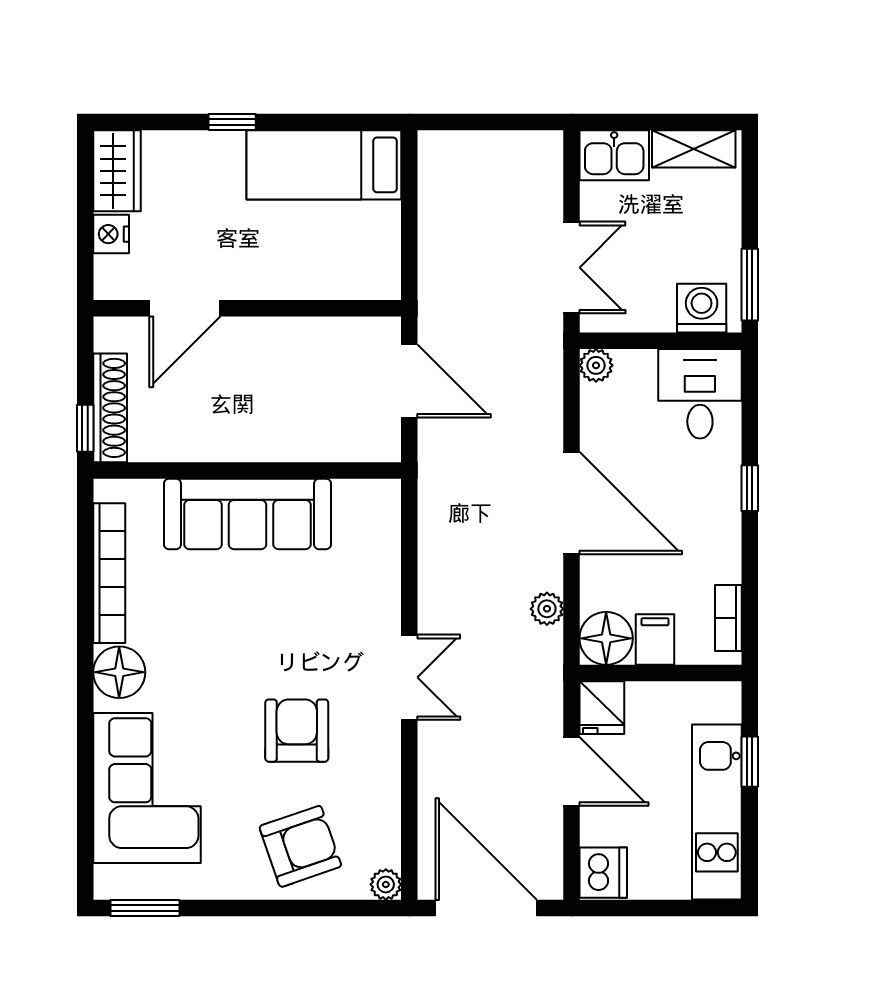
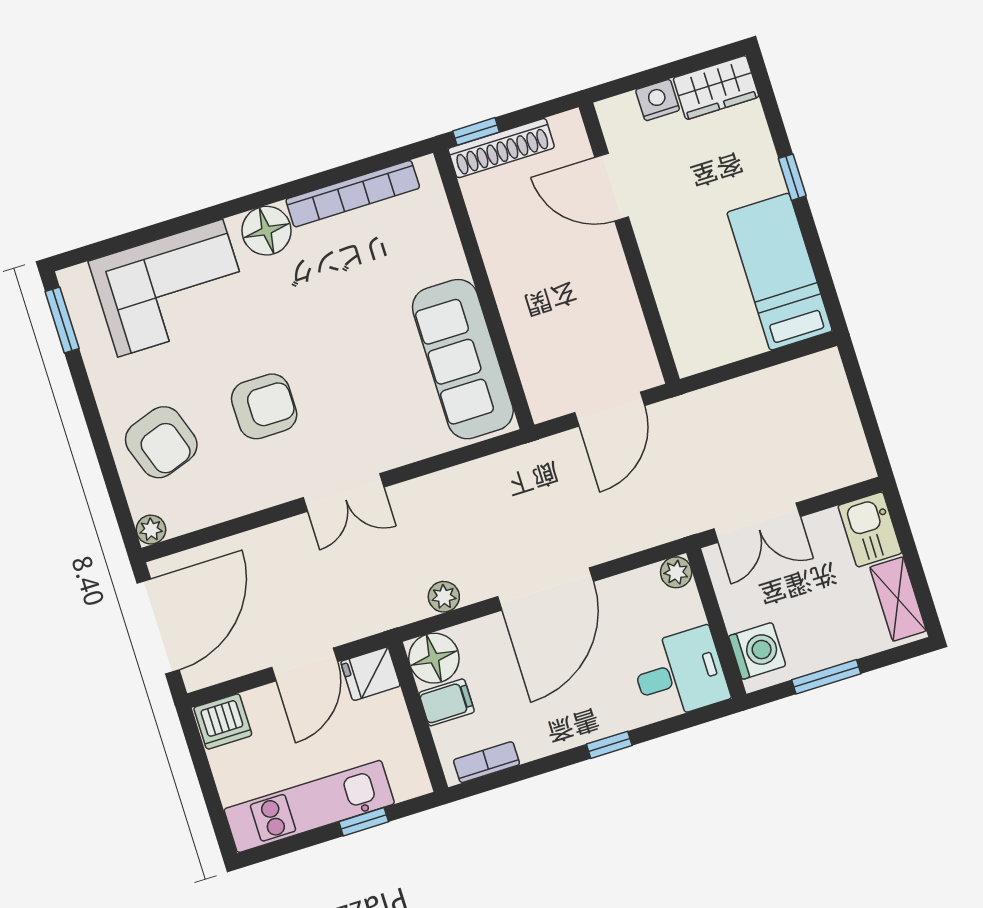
window: (750, 285) -> (826, 677), moved
sofa: (247, 514) -> (463, 359), moved

